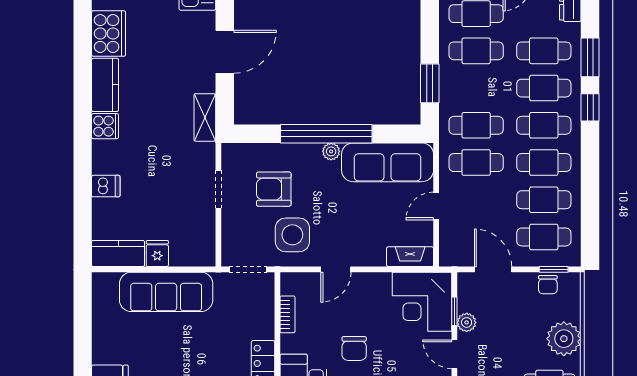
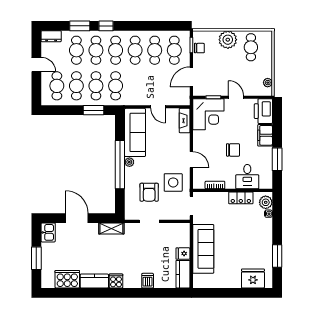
cafe table: (476, 163) -> (96, 86), moved
plant: (467, 322) -> (219, 91), removed
door: (454, 354) -> (236, 97), swing flipped

